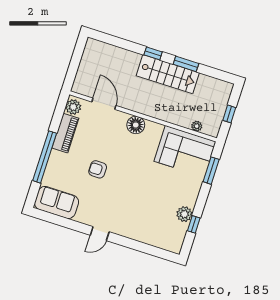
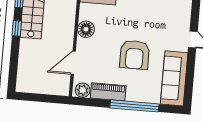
armchair: (98, 169) -> (135, 55), width x1.88, depth x1.88
sofa: (57, 202) -> (174, 78), width x1.36

